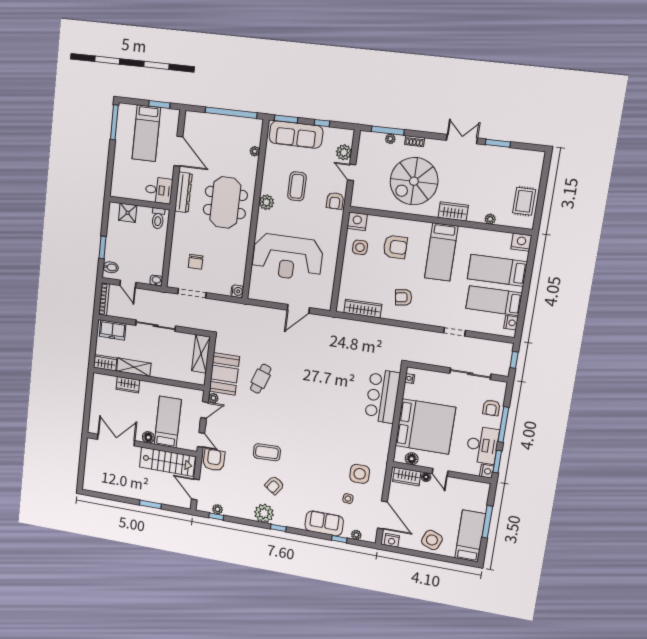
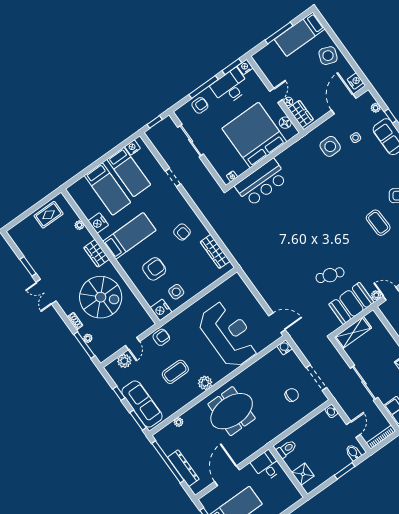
dresser: (183, 192) -> (183, 468), moved, turned 90
nightstand: (521, 242) -> (98, 223), moved
armchair: (395, 247) -> (154, 269), turned 90
door: (298, 309) -> (277, 323), moved

